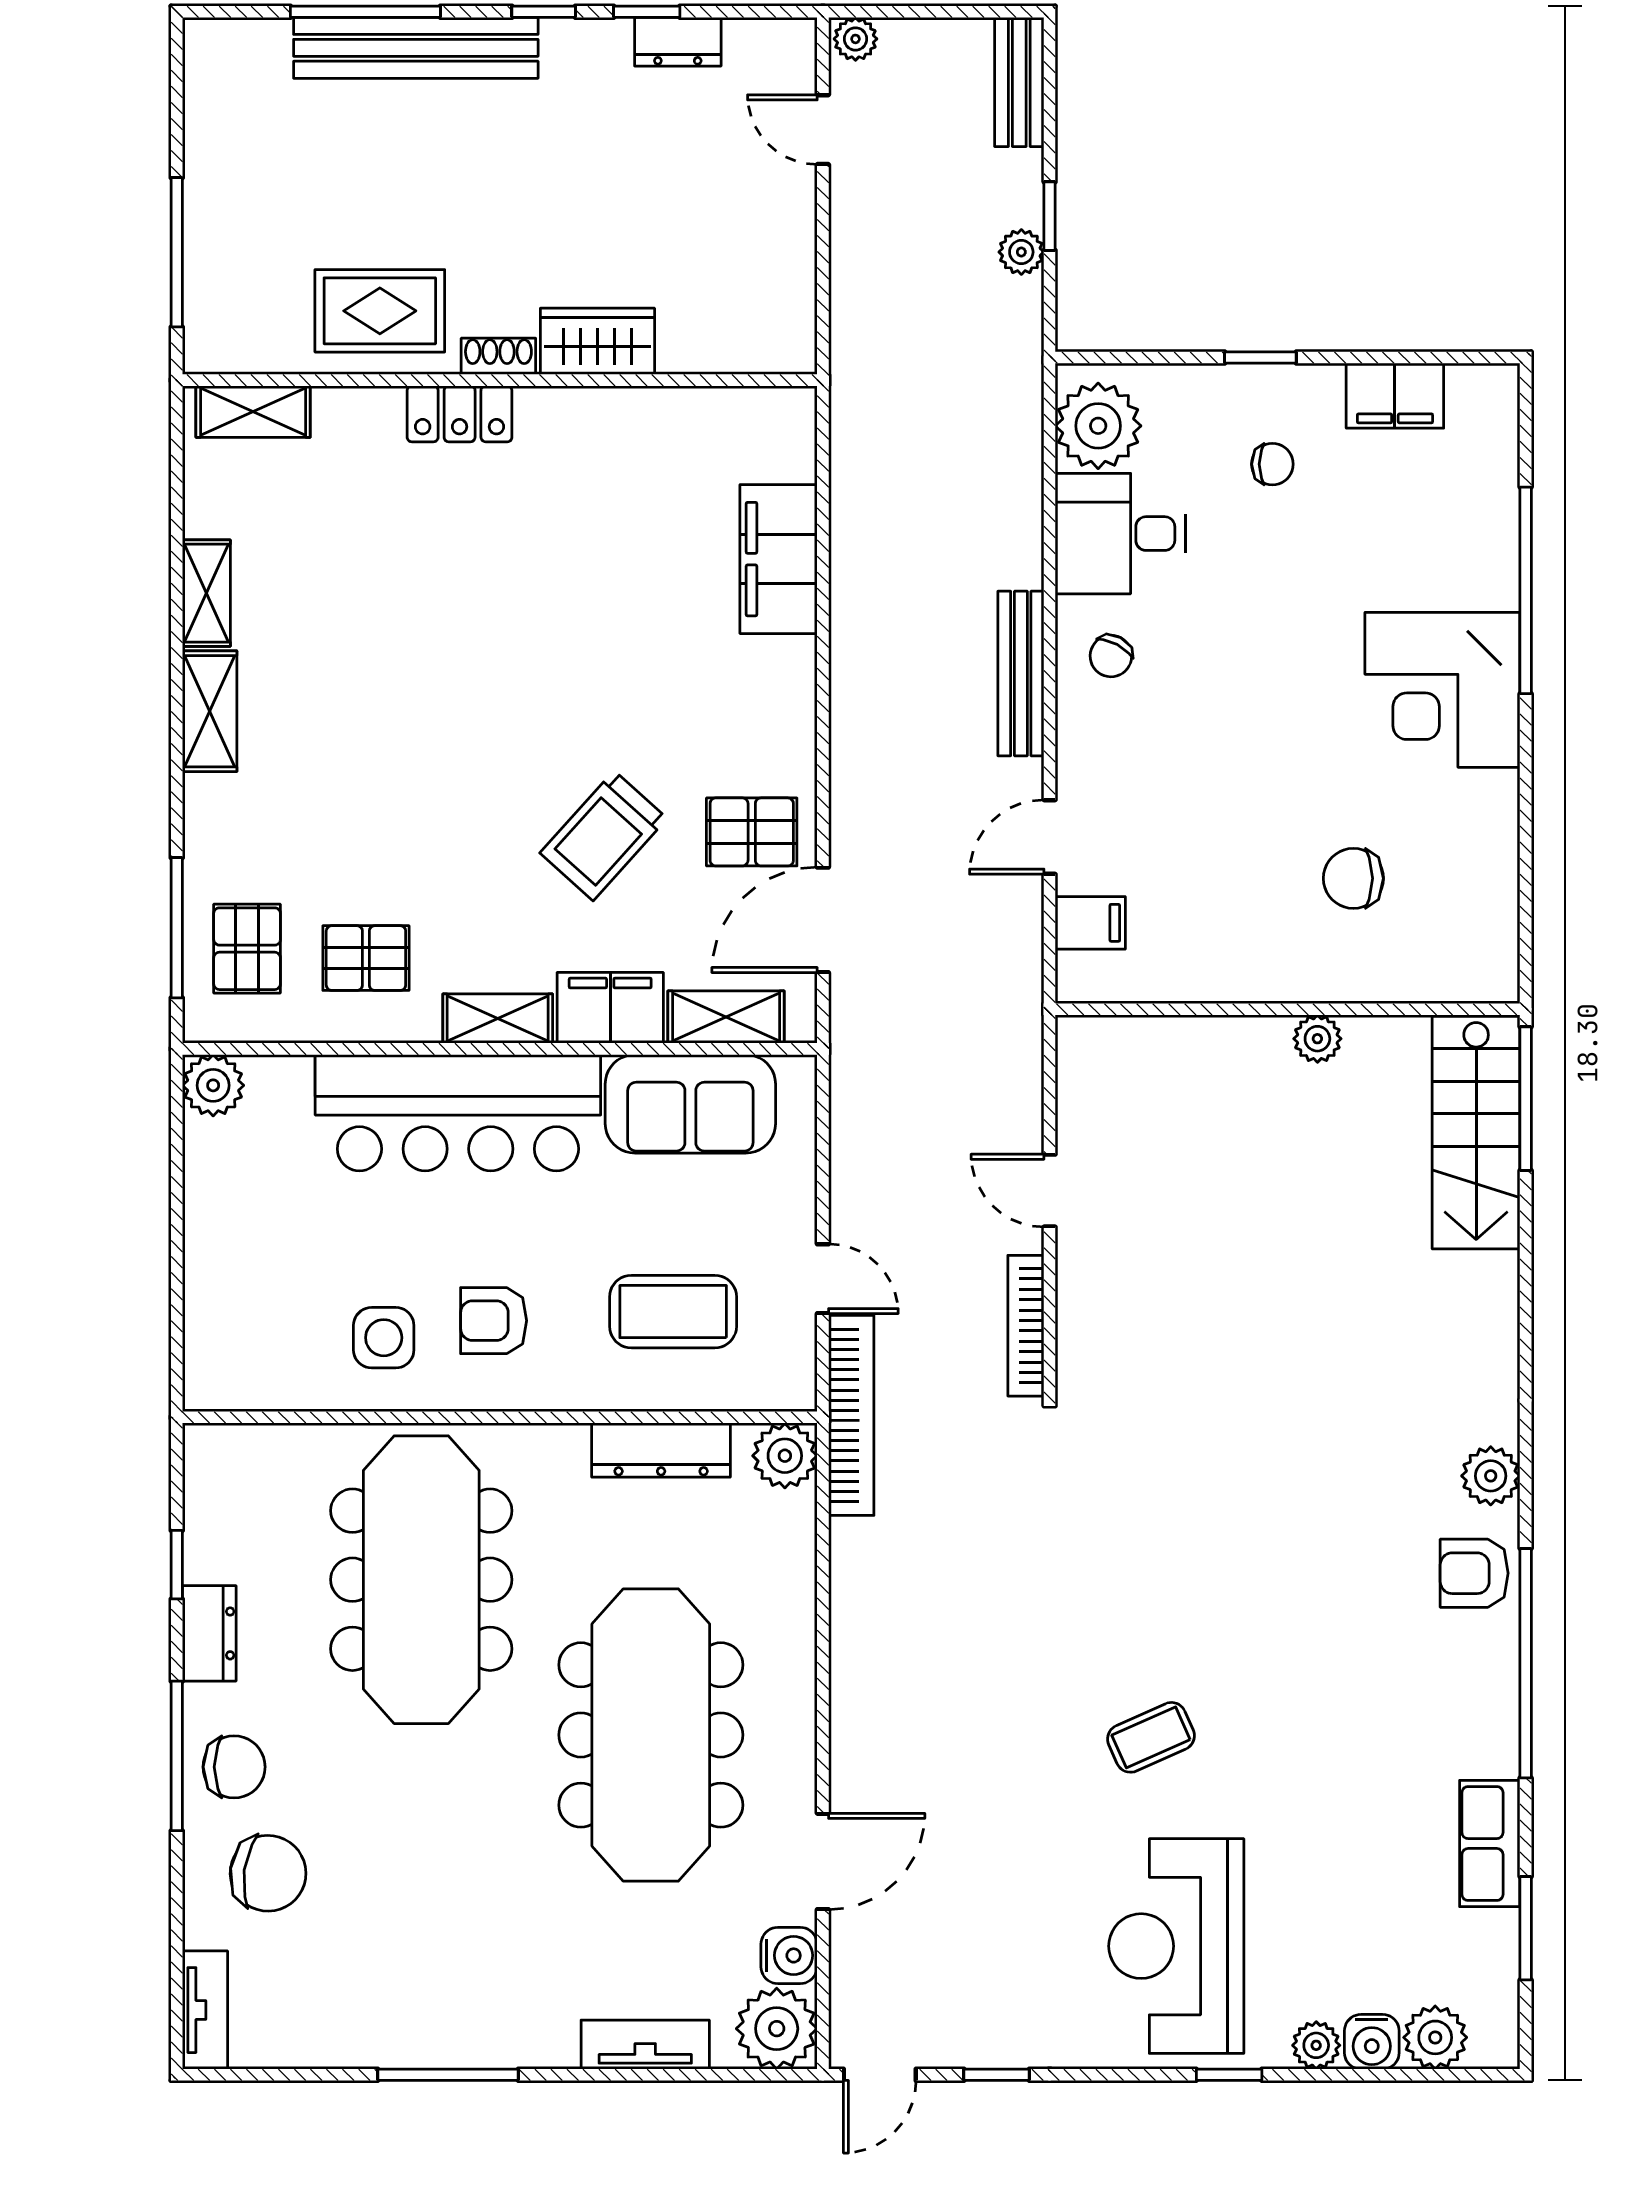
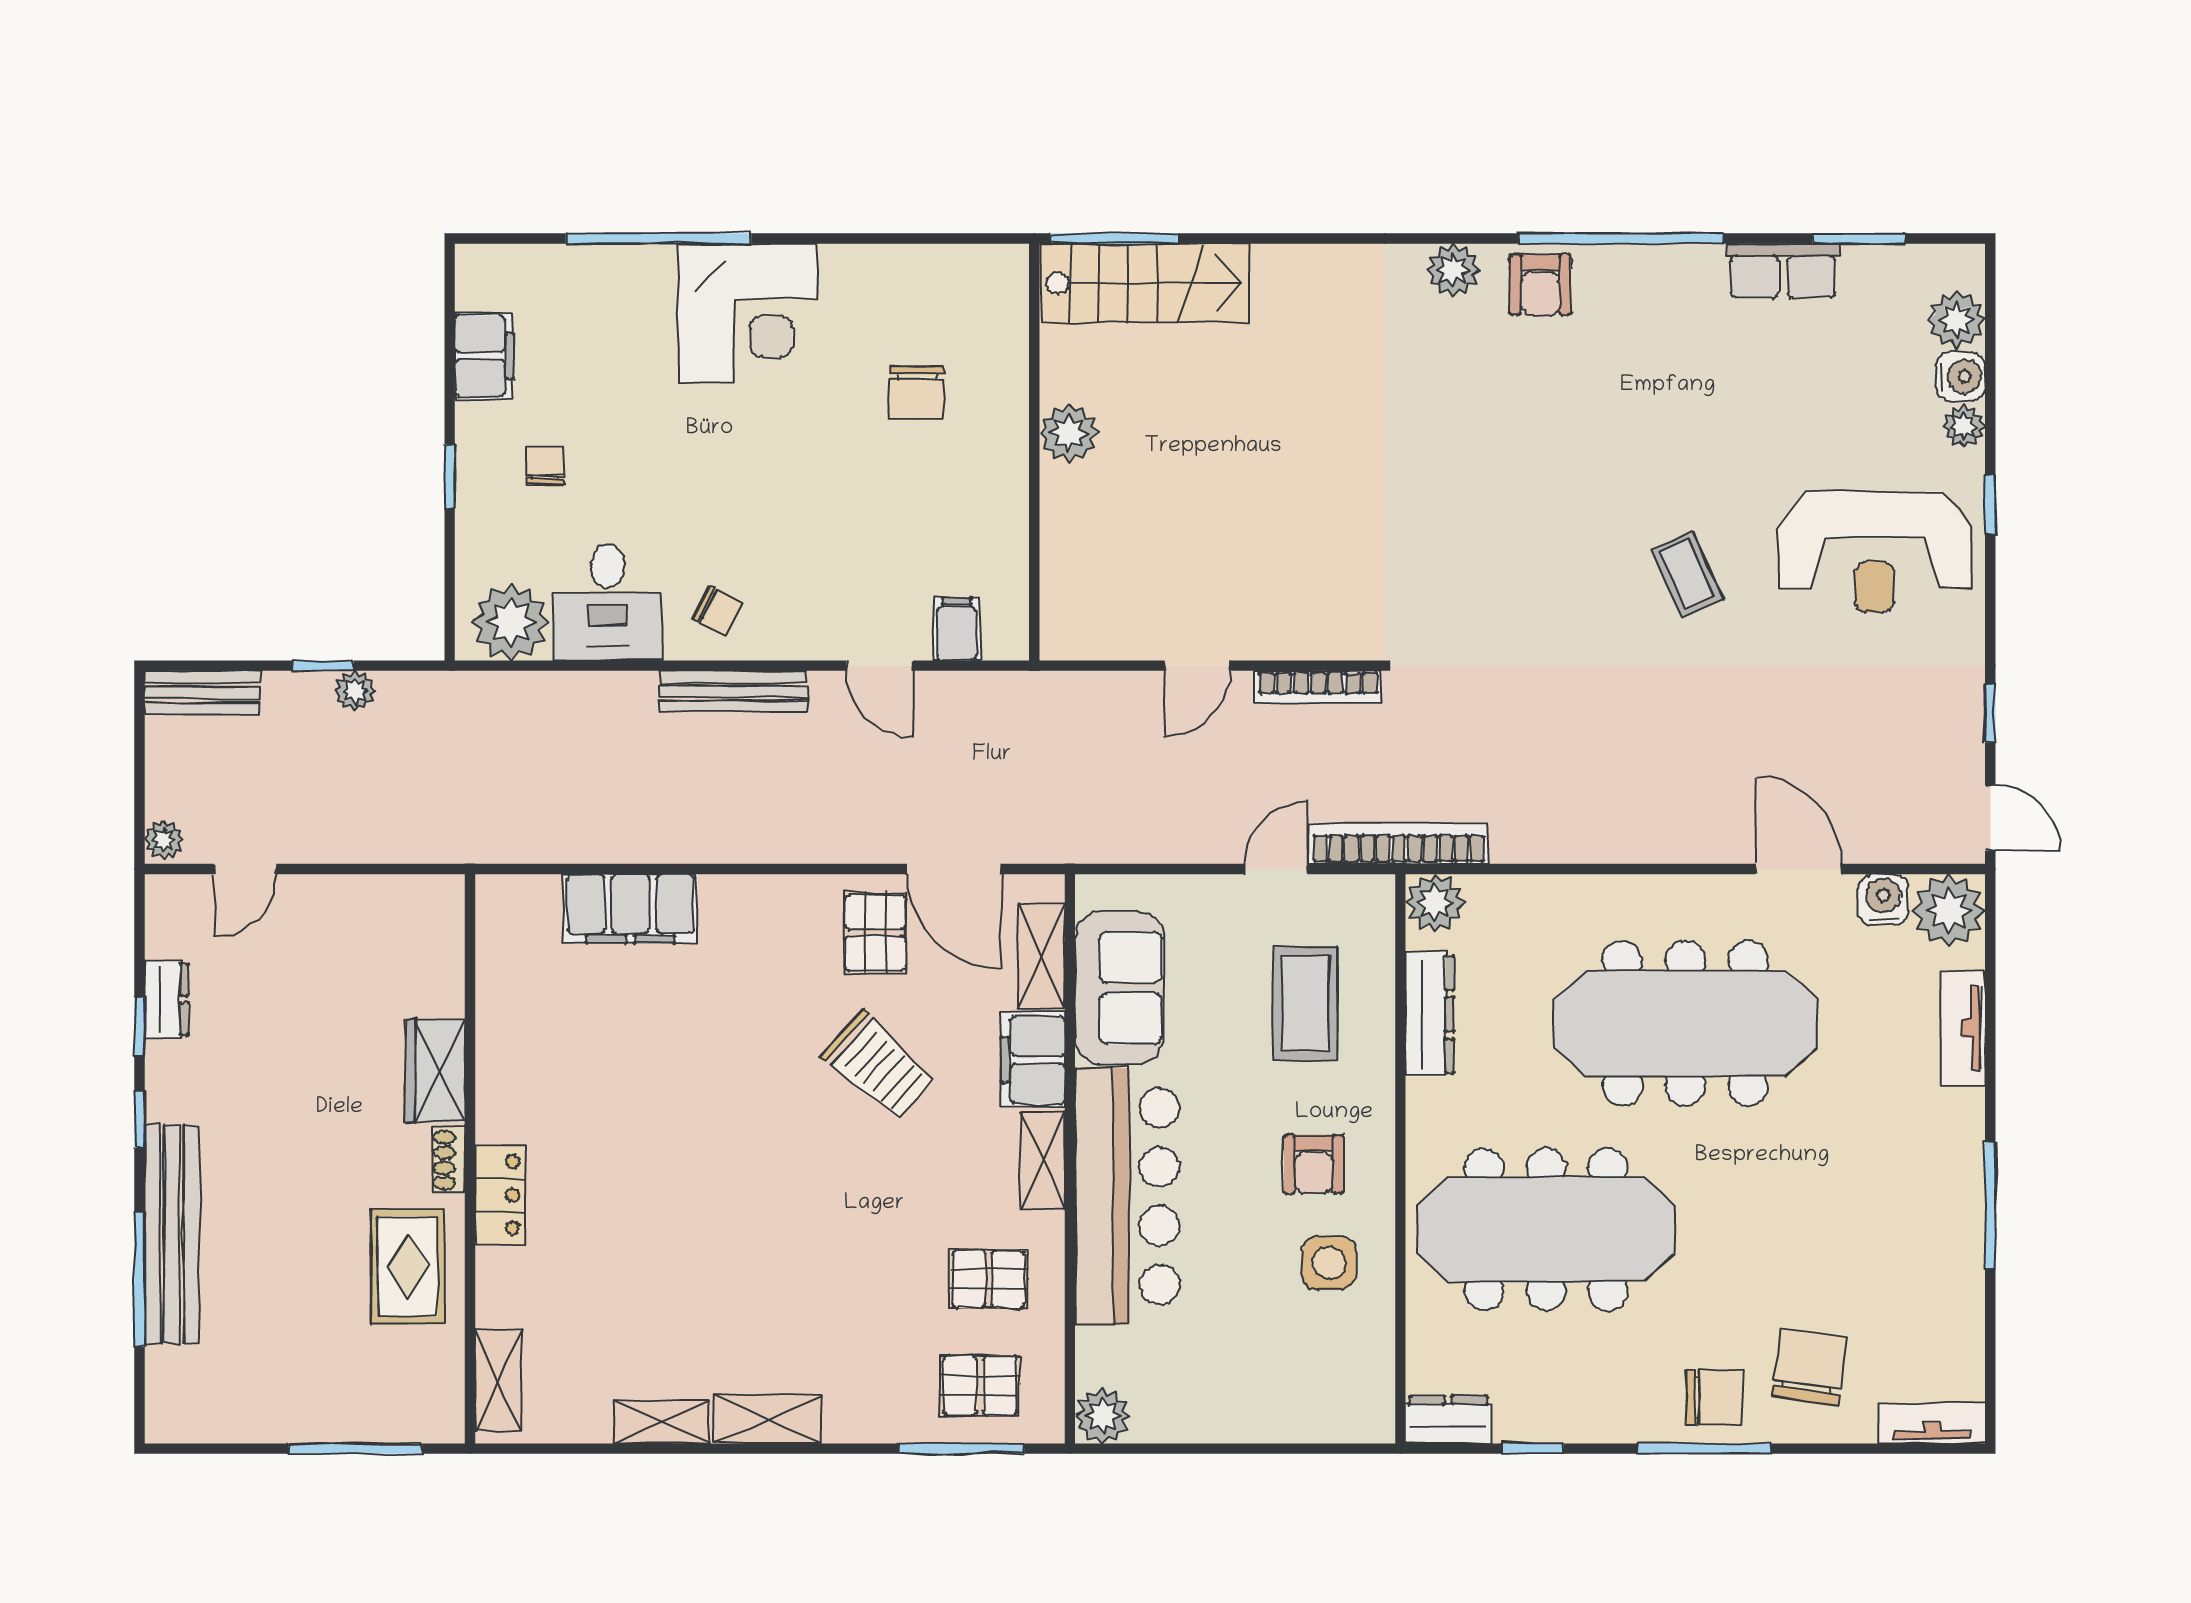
pallet: (366, 958) -> (988, 1279), turned 90
plant: (1317, 1039) -> (1069, 433), width x1.38, depth x1.38
dresser: (209, 1633) -> (1448, 1419), moved
chair: (234, 1767) -> (1714, 1397), turned 90

